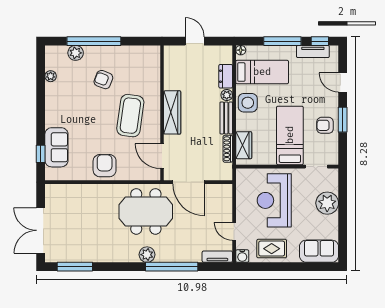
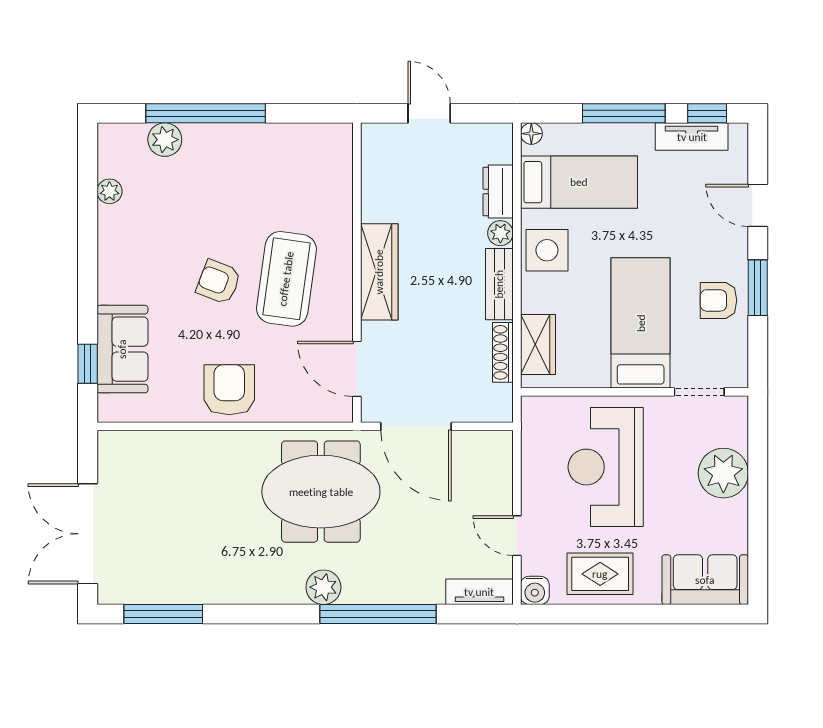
armchair: (103, 80) -> (219, 282), moved

